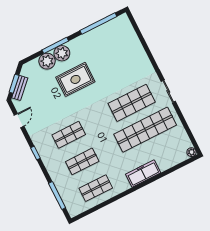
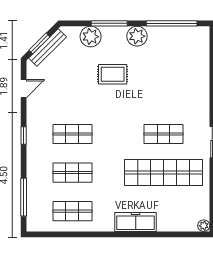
plant: (62, 53) -> (137, 36), moved
rug: (75, 79) -> (113, 74), width x0.73, depth x0.70
bench: (20, 88) -> (48, 48), width x1.36
shop shelf: (132, 103) -> (163, 134), width x0.70, depth x0.74

